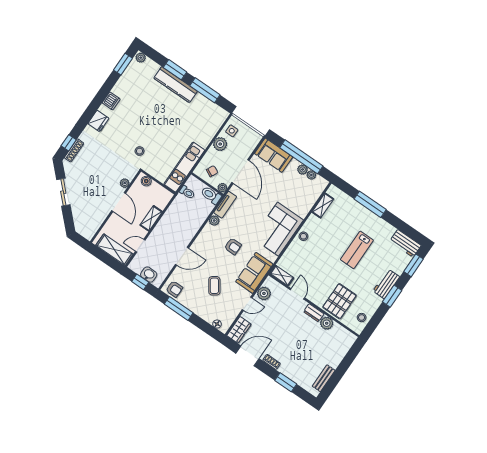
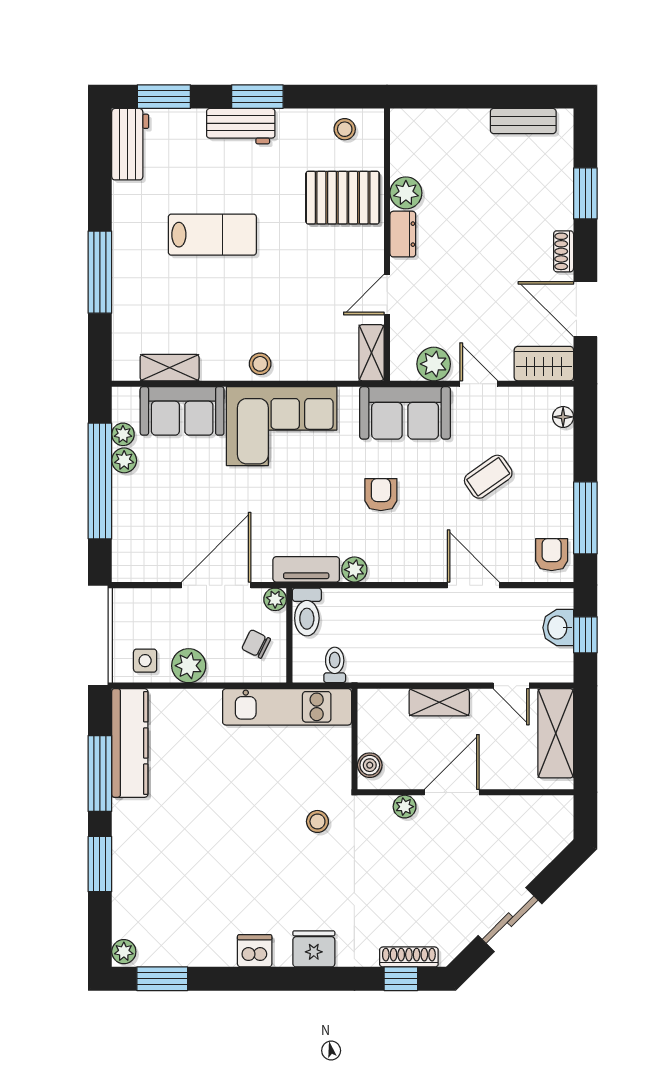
kitchen counter: (176, 85) -> (130, 743), moved
sofa: (274, 155) -> (182, 411), moved, turned 90

